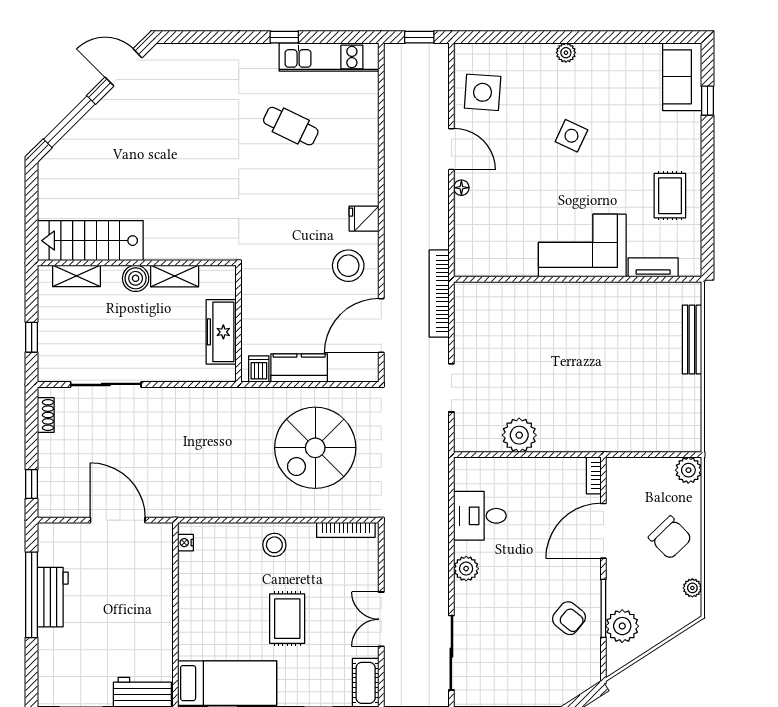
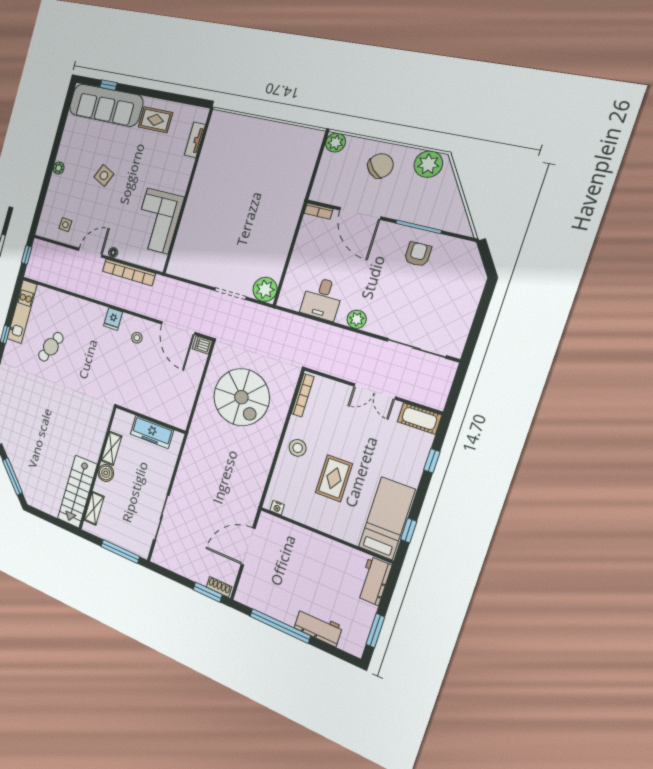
sofa: (682, 77) -> (106, 105), width x1.85, depth x1.27
side table: (483, 92) -> (65, 225), width x0.54, depth x0.54
corner sofa: (582, 246) -> (158, 221), moved
stool: (348, 266) -> (137, 338), width x0.53, depth x0.53
bookcase: (439, 294) -> (129, 272), moved
window: (32, 337) -> (120, 551), width x2.17
bench: (692, 340) -> (248, 123), removed
kitchen counter: (299, 368) -> (188, 390), removed
dishwasher: (259, 369) -> (202, 345), moved
shoe rack: (46, 415) -> (219, 587), moved
plant: (519, 435) -> (265, 289), moved
window: (32, 484) -> (208, 592), width x1.50
plant: (692, 588) -> (428, 164), width x1.87, depth x1.87
workbench: (53, 597) -> (318, 627), moved
armchair: (569, 618) -> (418, 254), turned -39
rug: (287, 619) -> (334, 478), moved, turned 90
plant: (622, 626) -> (437, 216), removed

